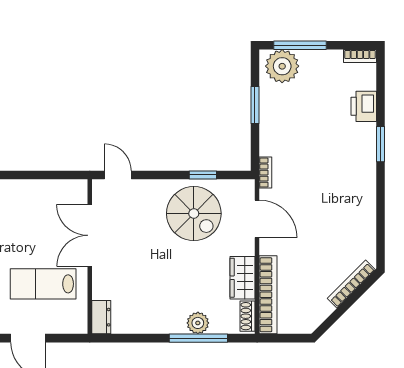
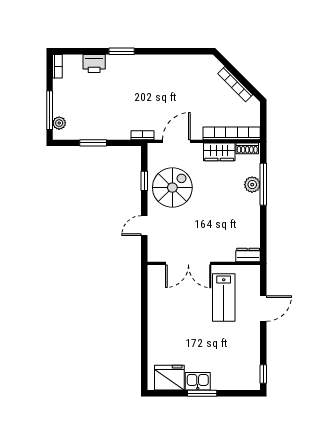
plant: (282, 66) -> (59, 123), width x0.53, depth x0.53
door: (118, 175) -> (144, 226), moved
bookcase: (351, 284) -> (235, 84), moved

